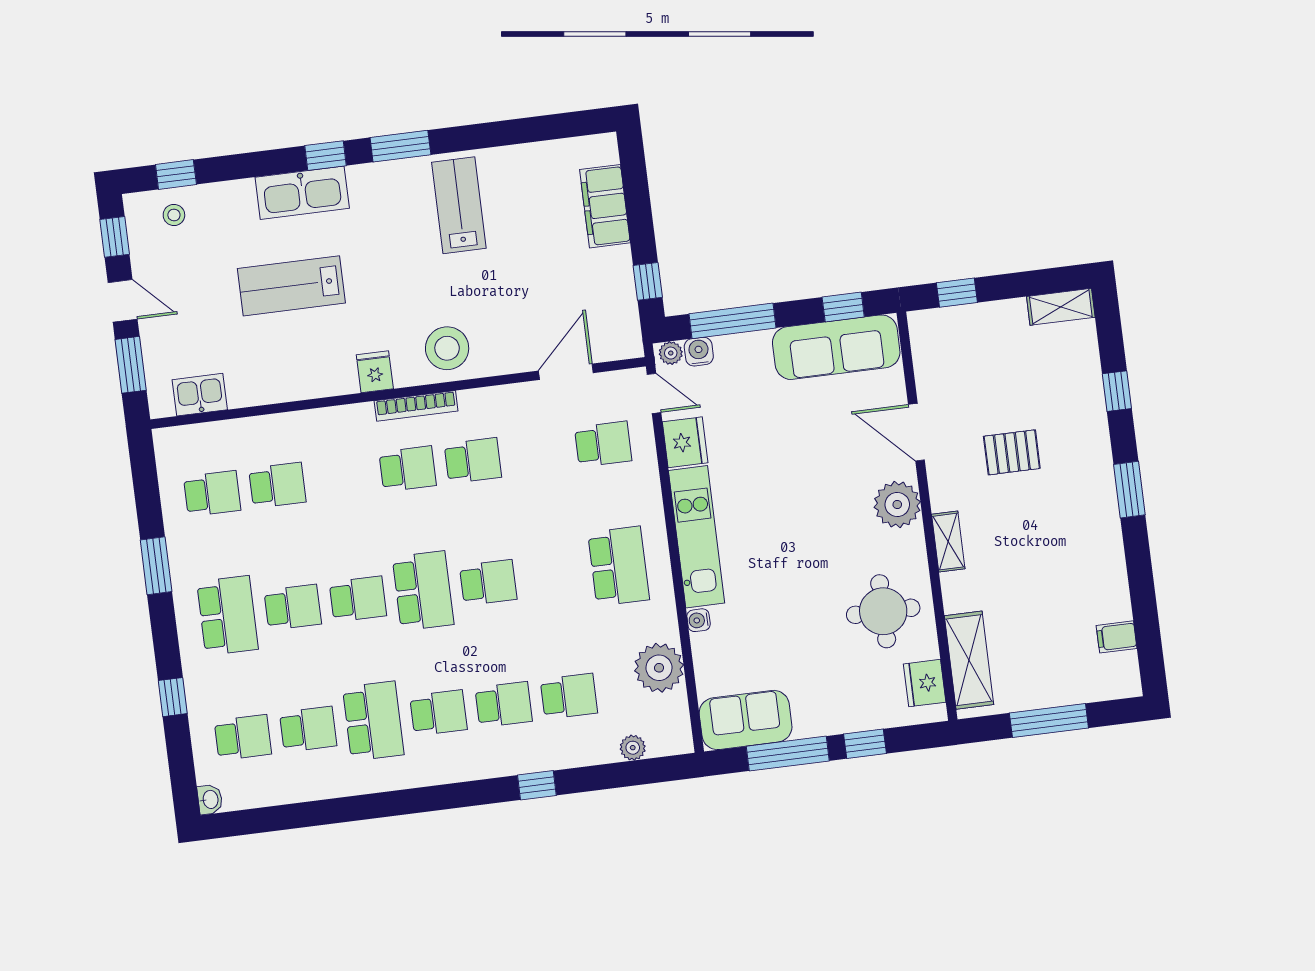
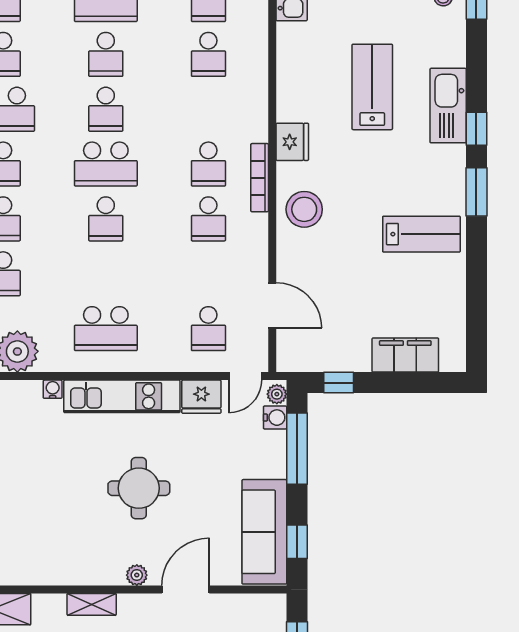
fridge: (375, 372) -> (292, 142), width x1.38
plant: (897, 504) -> (137, 575), width x0.53, depth x0.53
round table: (883, 611) -> (139, 488), moved

